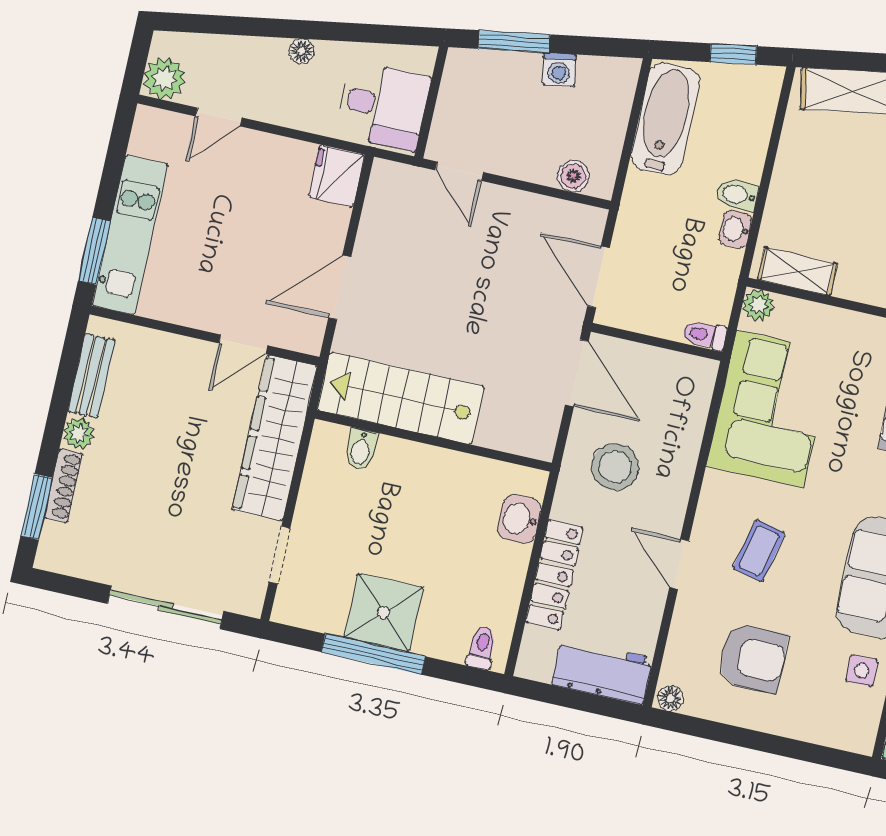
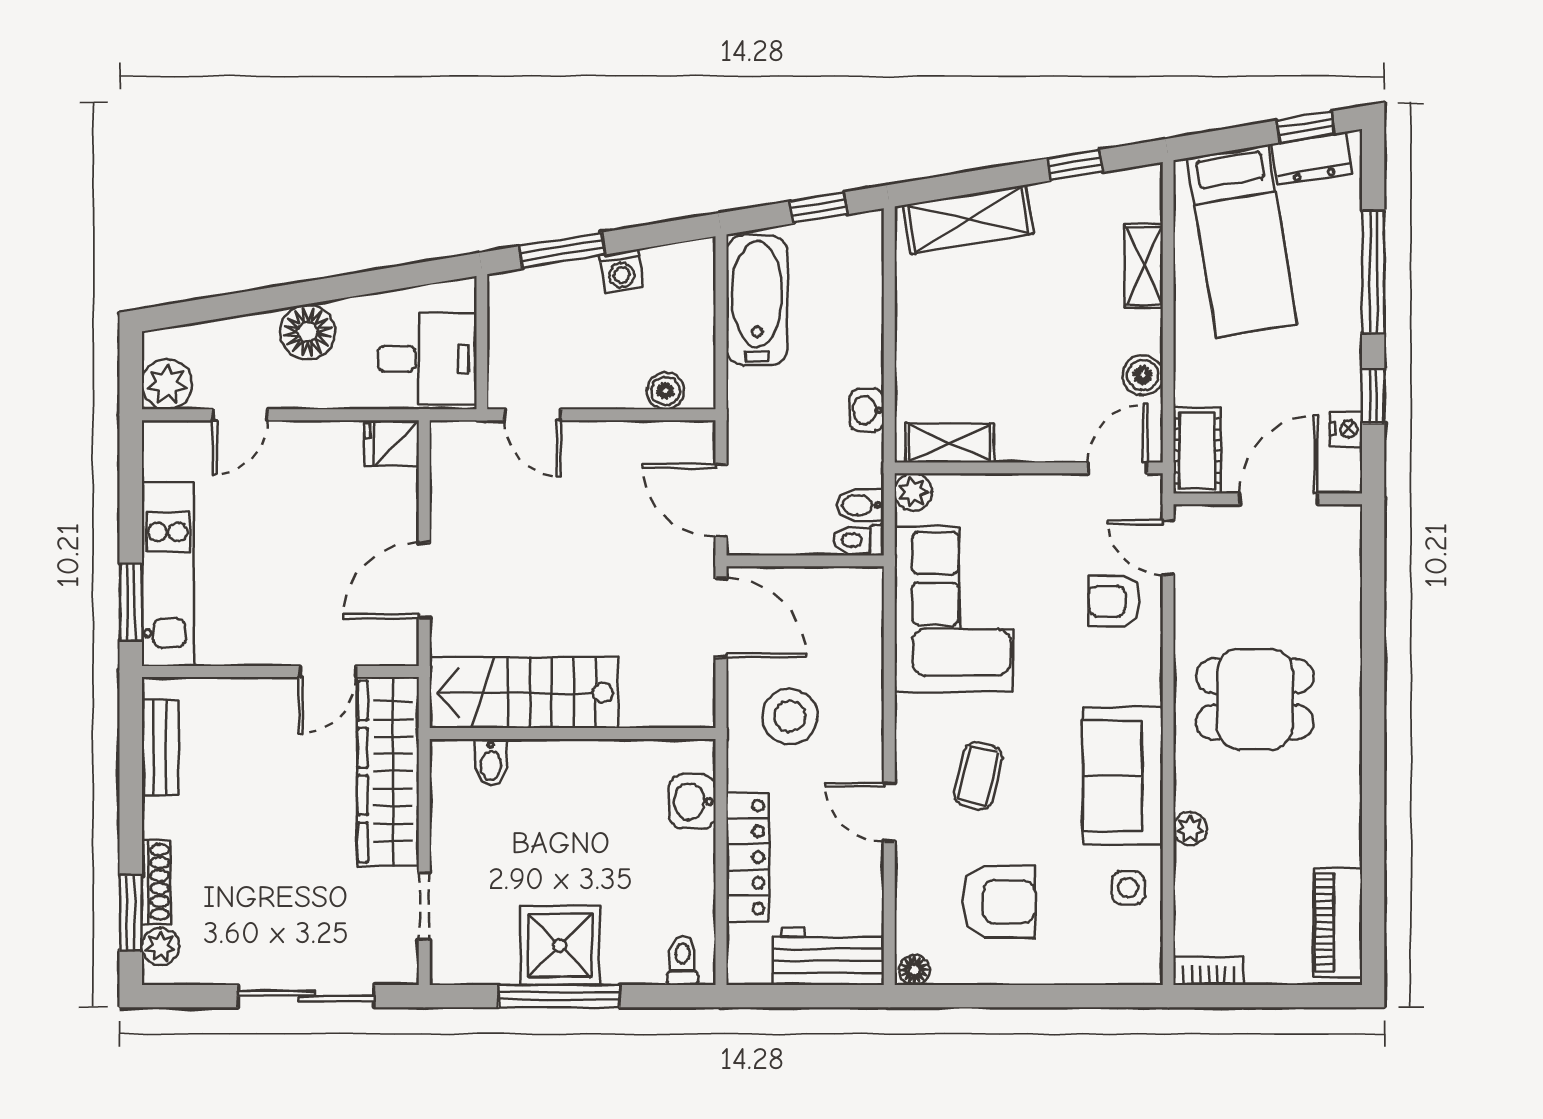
floor lamp: (301, 51) -> (308, 332), width x1.89, depth x1.89
fridge: (337, 176) -> (392, 443), width x0.72
bidet: (737, 195) -> (860, 505), moved
plant: (79, 434) -> (160, 946), moved

